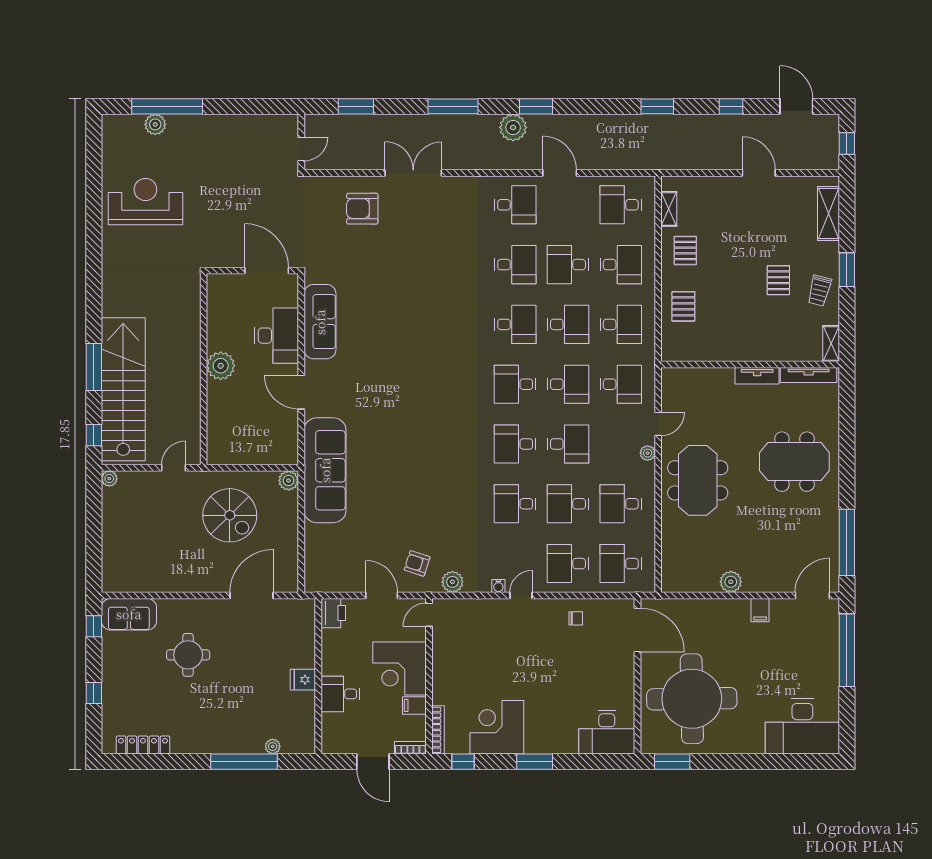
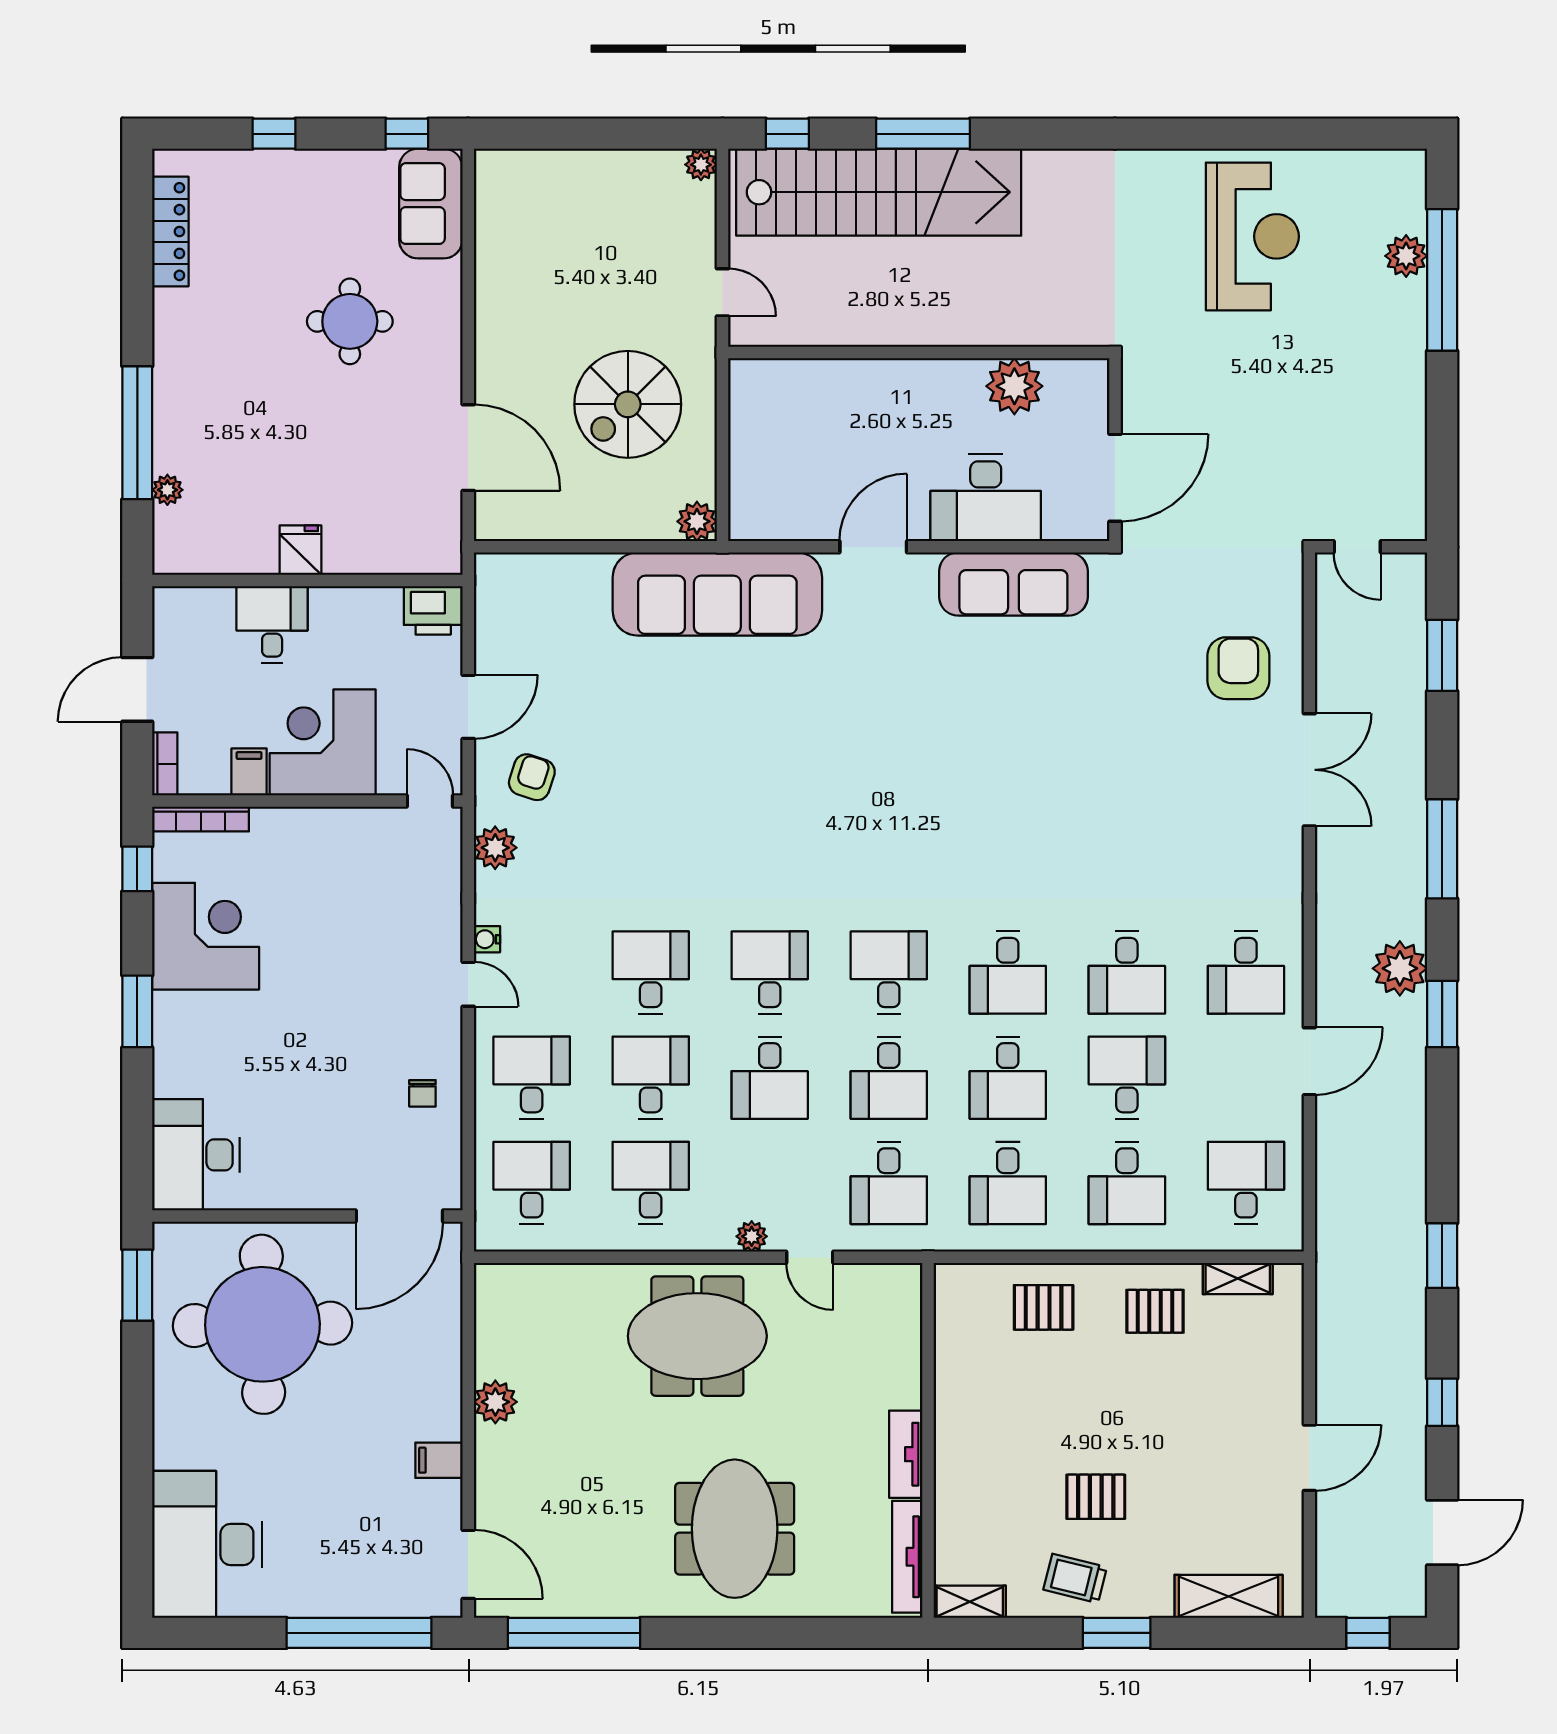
plant: (221, 366) -> (1014, 386), moved

